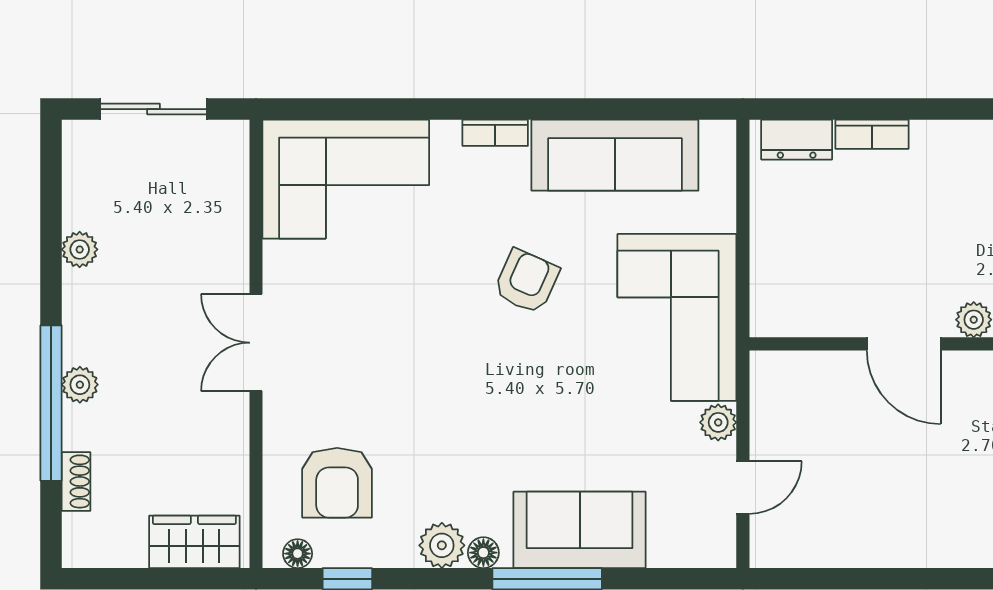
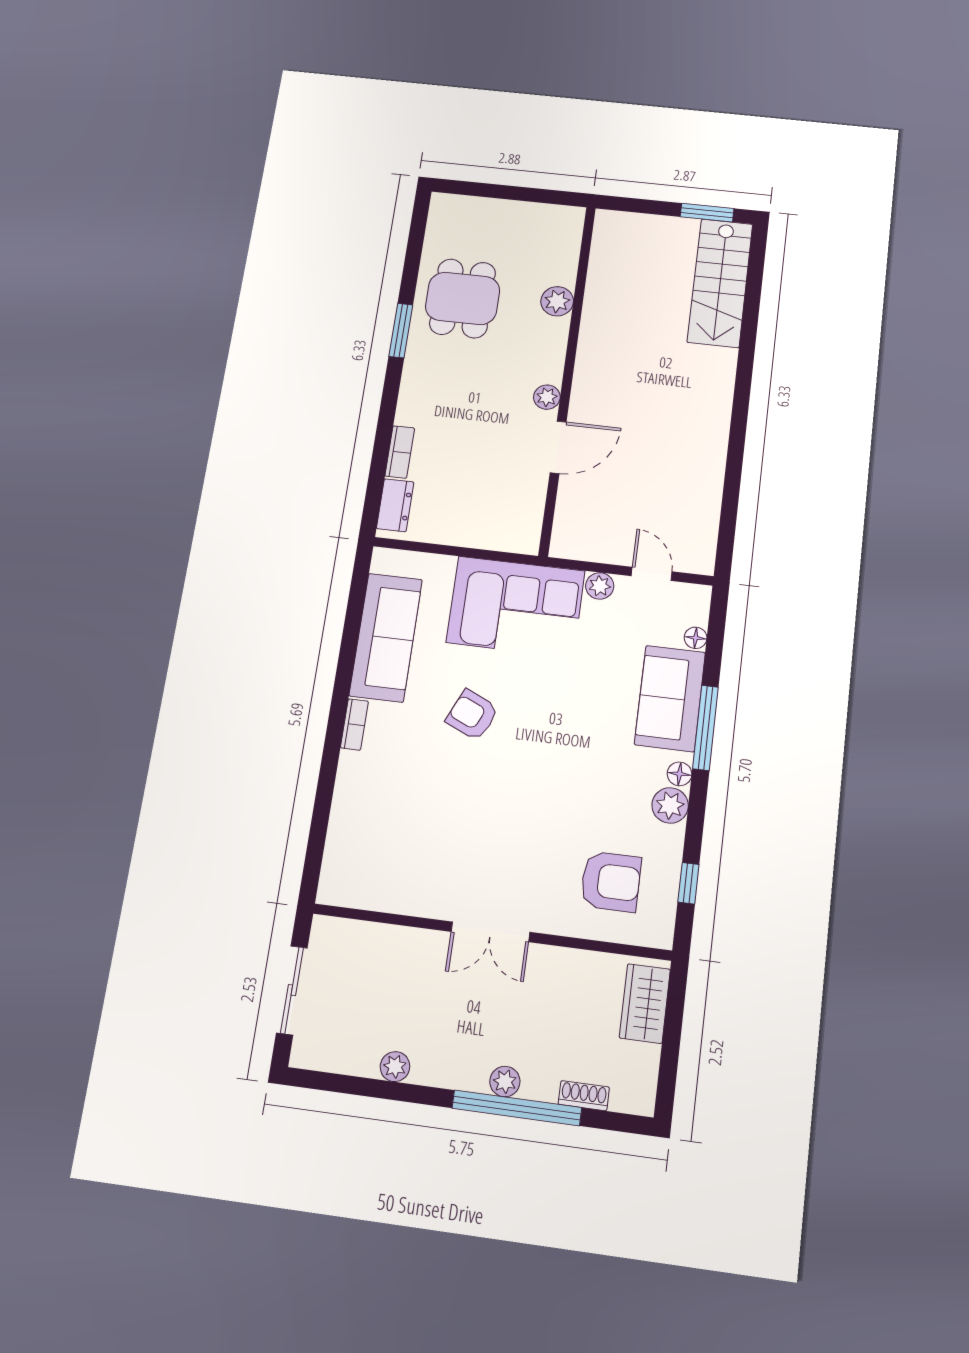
corner sofa: (346, 179) -> (372, 844), removed
floor lamp: (298, 554) -> (696, 638), moved

